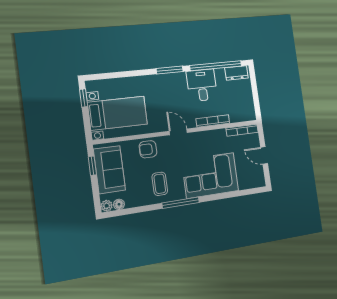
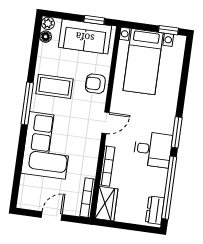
desk: (202, 85) -> (153, 149), moved
wardrobe: (242, 114) -> (106, 204), added
armchair: (148, 149) -> (95, 84), turned -90
coffee table: (160, 184) -> (54, 86), width x1.36, depth x1.30

